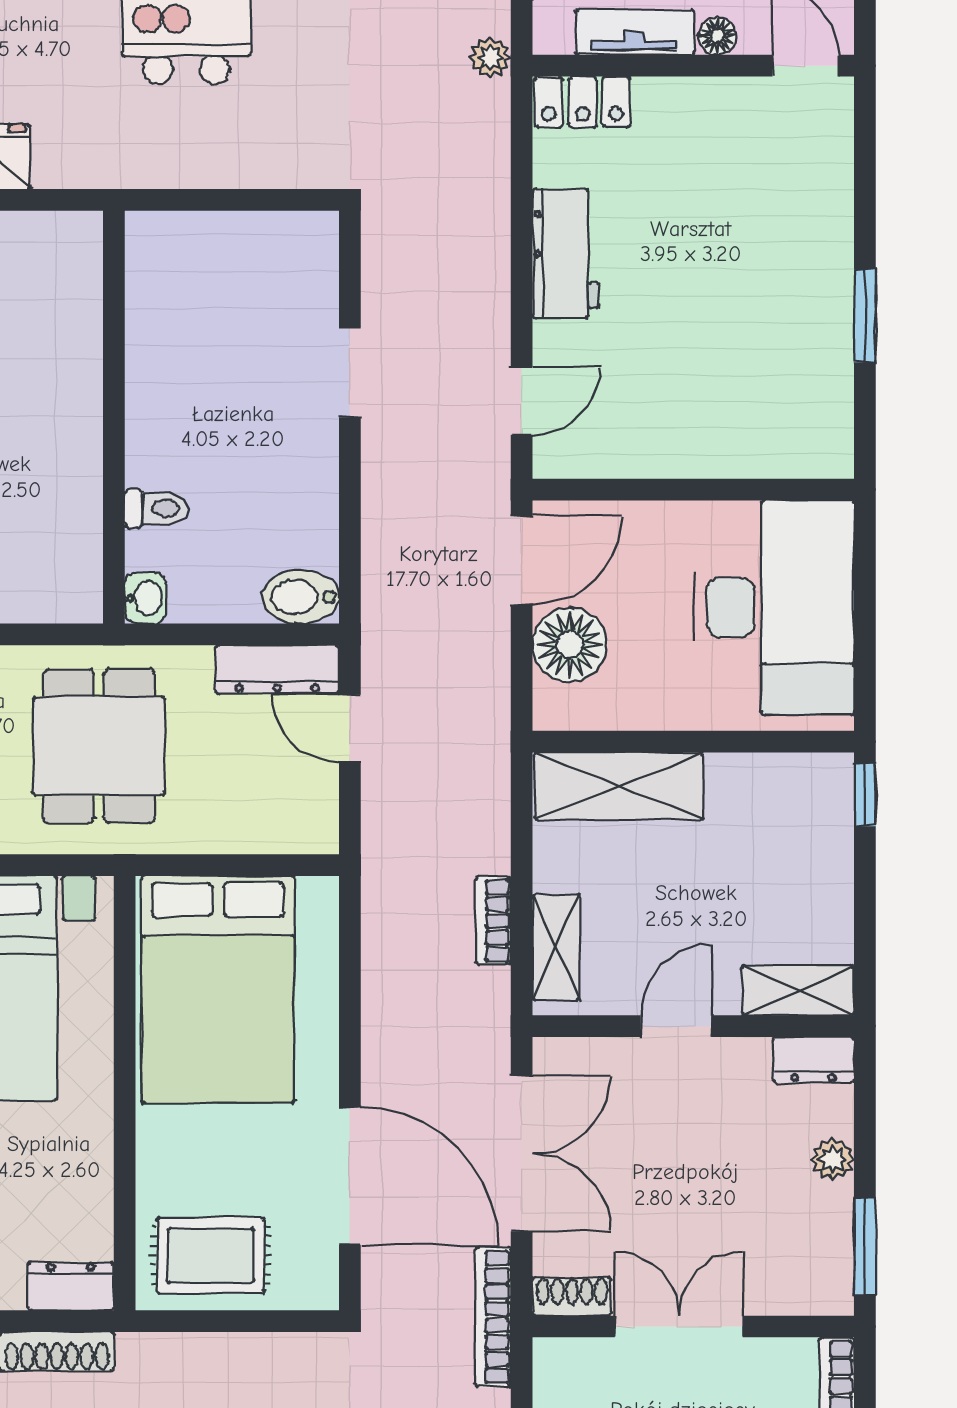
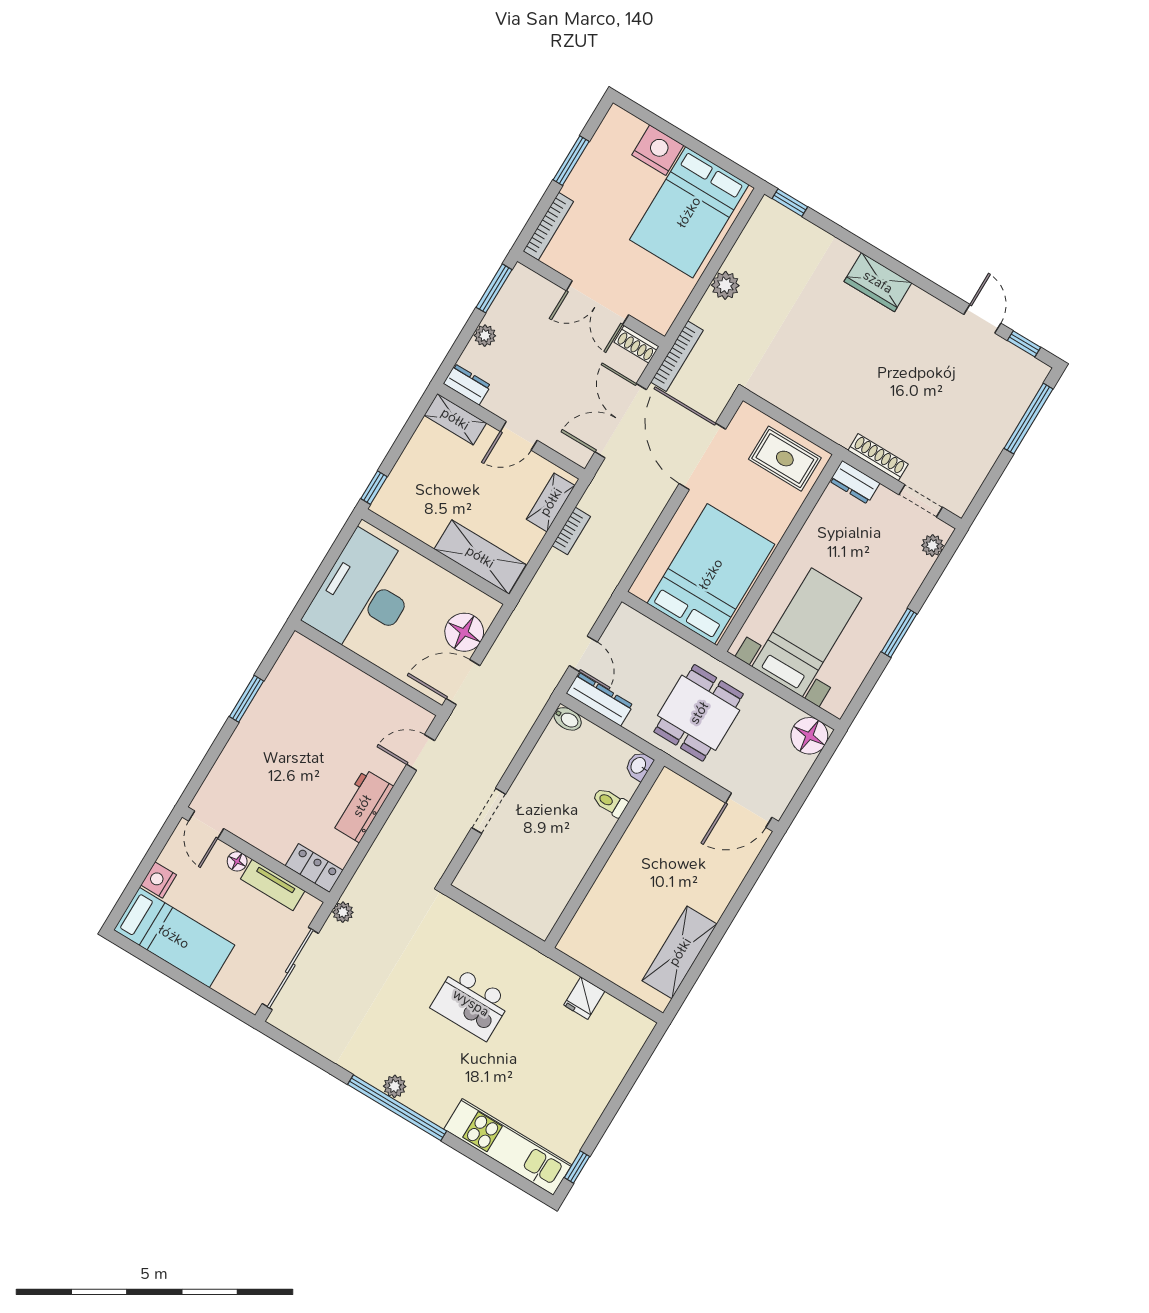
bidet: (301, 597) -> (568, 719), width x0.72, depth x0.74

